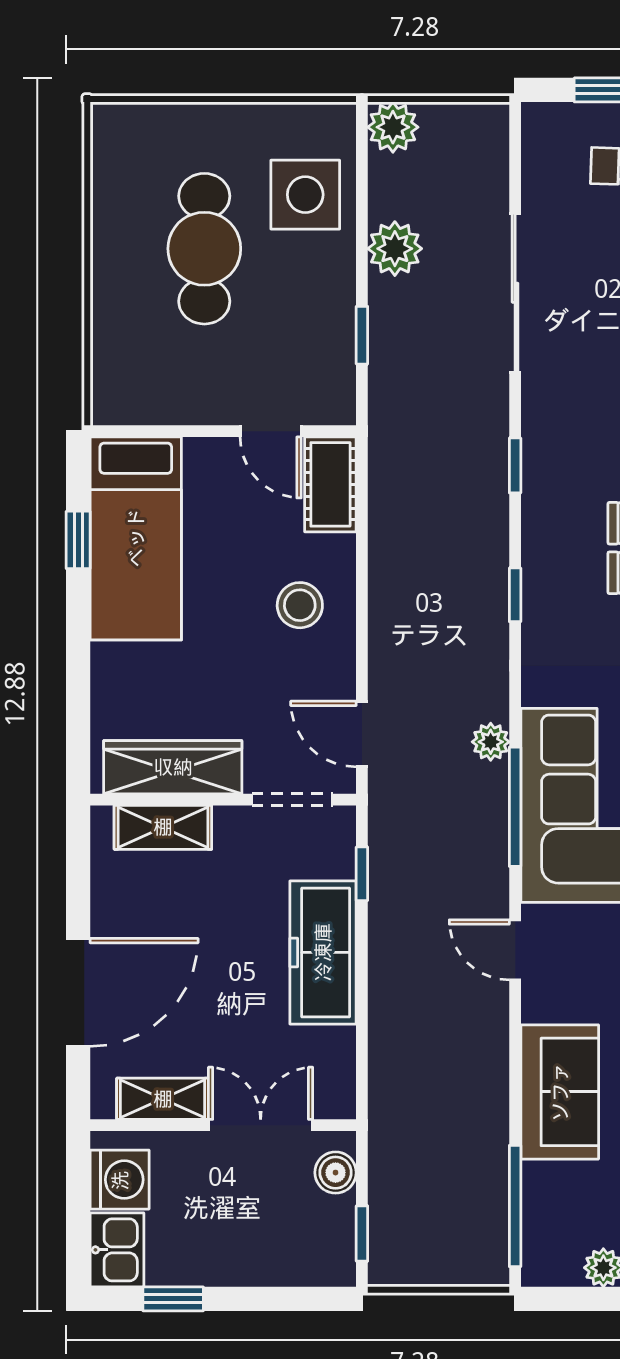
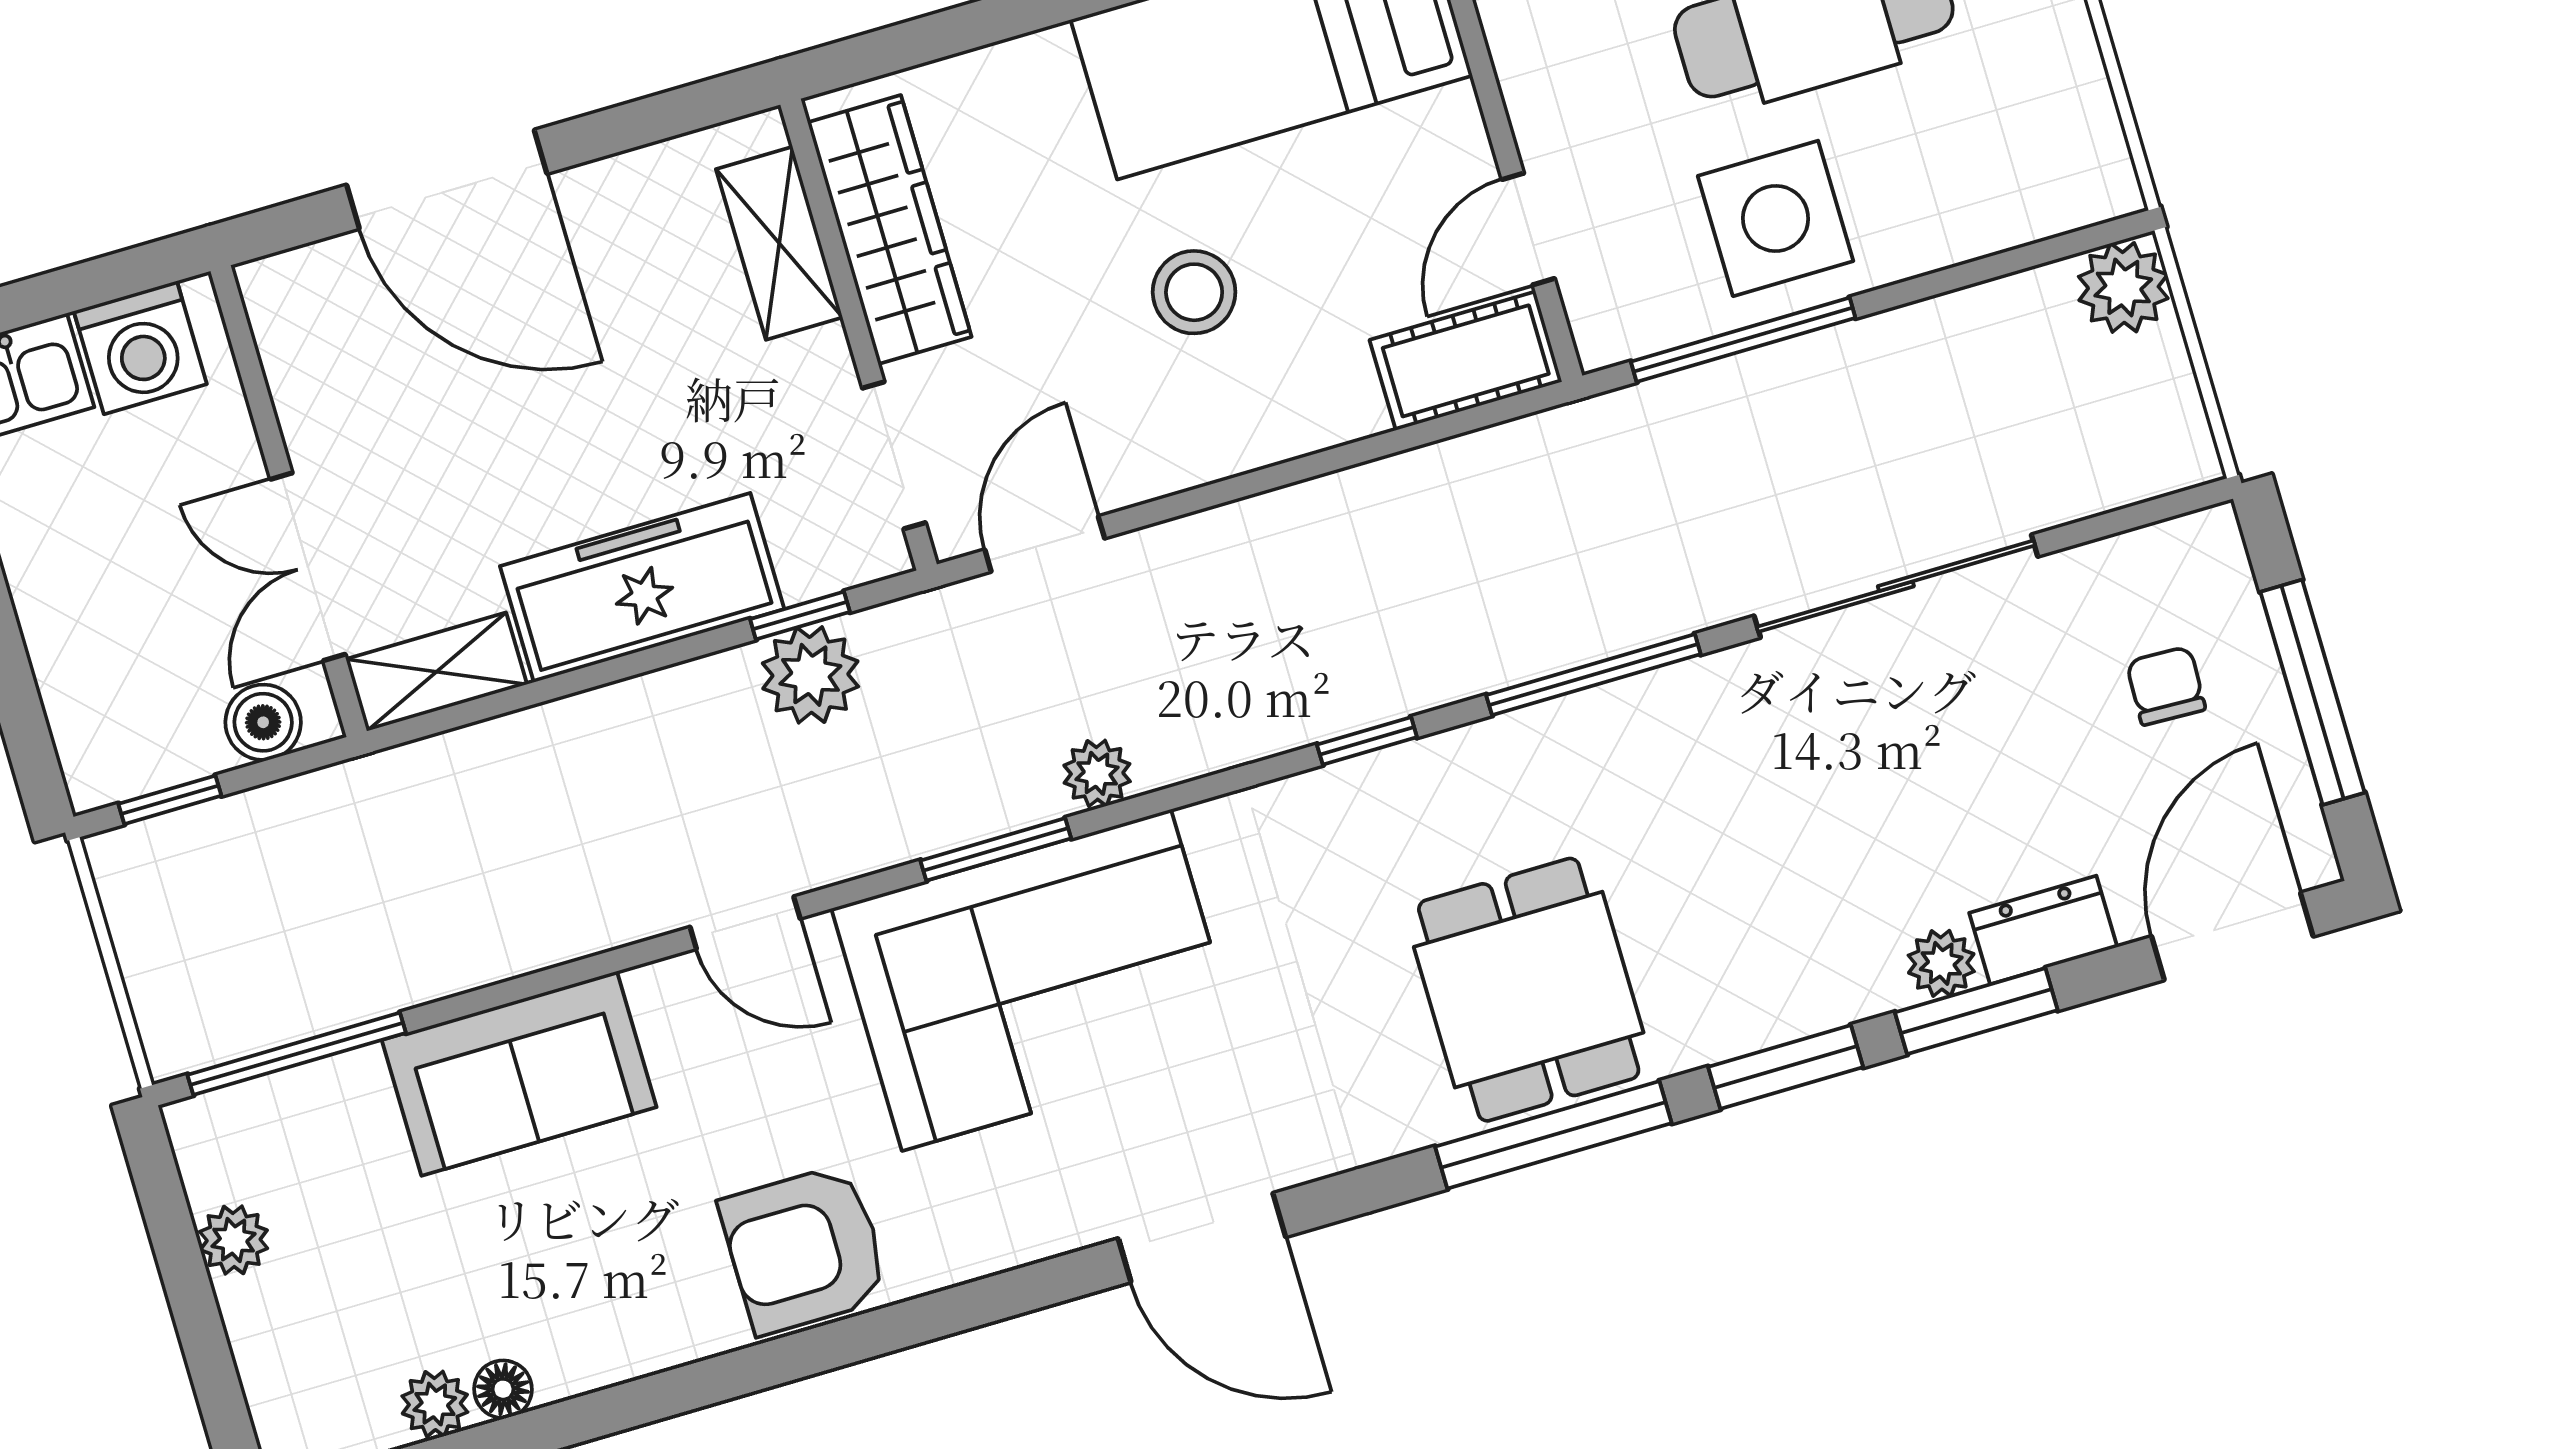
side table: (305, 195) -> (1776, 218), moved
plant: (395, 249) -> (810, 675), moved
window: (362, 335) -> (1743, 340), width x2.17
window: (515, 465) -> (1593, 675), width x2.17
stool: (300, 605) -> (1194, 292), moved
window: (515, 807) -> (996, 849), width x0.69
door: (515, 950) -> (745, 923), swing flipped
shelving: (163, 1099) -> (436, 672), moved, turned 90
double door: (261, 1125) -> (308, 567), swing flipped

